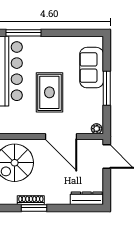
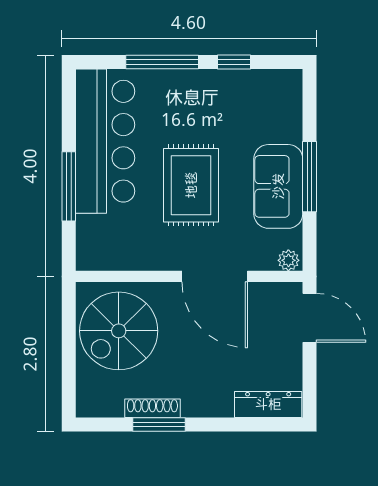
window: (24, 33) -> (162, 62), moved
window: (70, 33) -> (234, 62), added
sofa: (92, 68) -> (278, 186), moved

